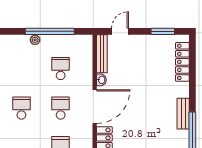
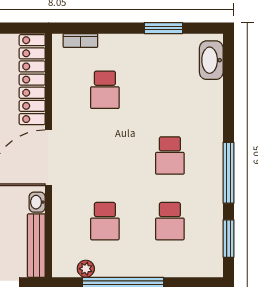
plant: (35, 40) -> (86, 269), moved
school desk: (61, 108) -> (170, 221), moved

